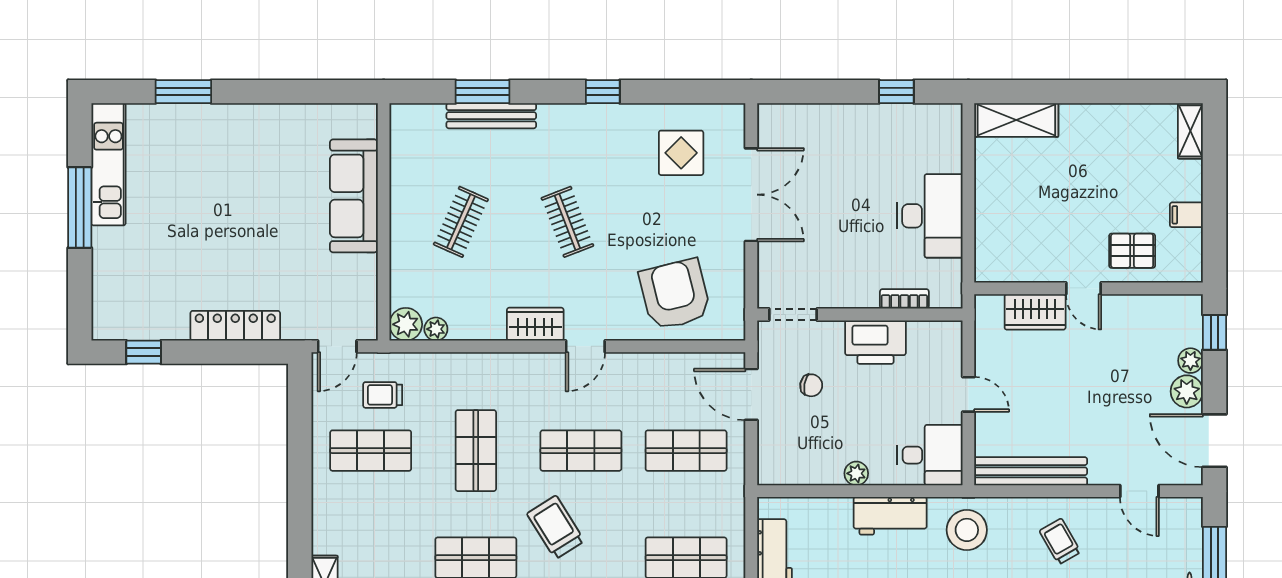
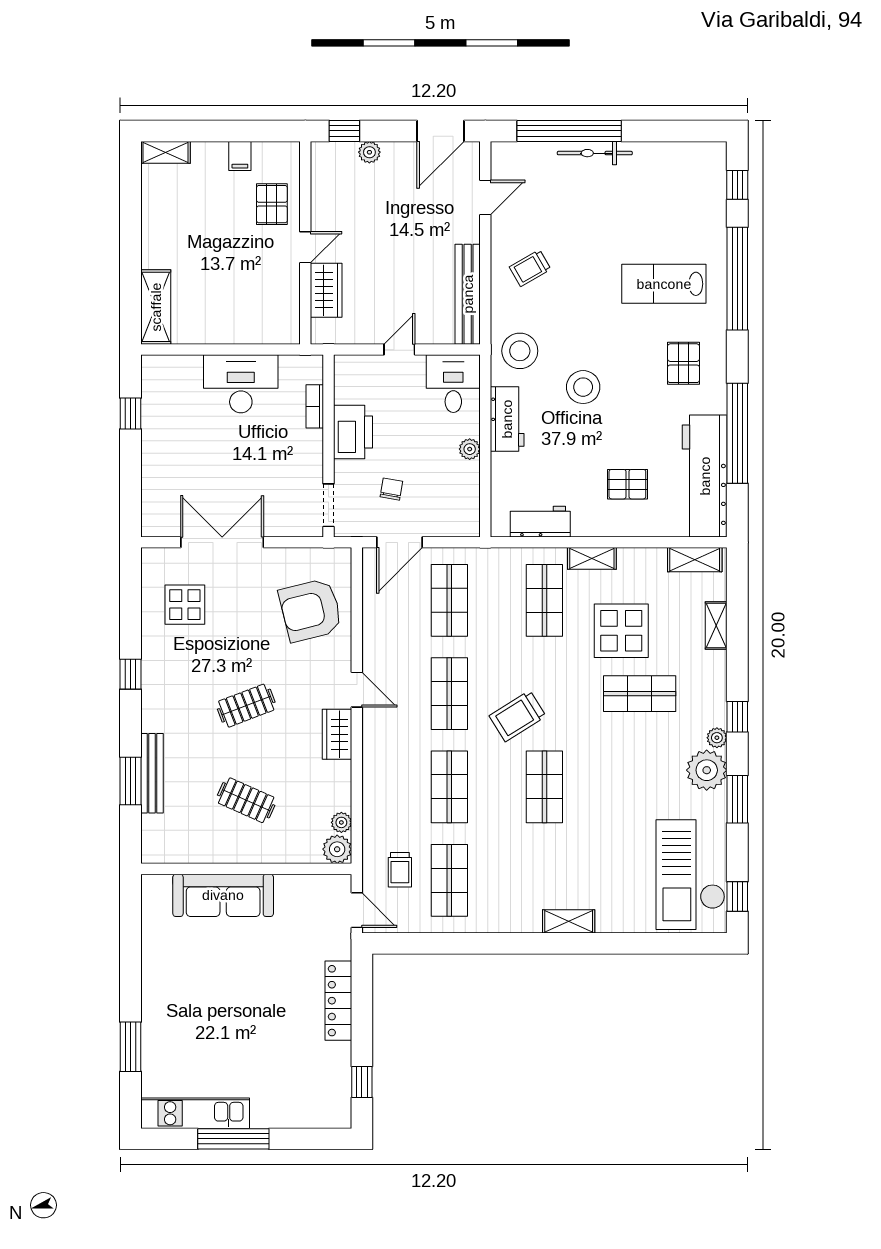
plant: (1187, 391) -> (397, 156), removed
shop shelf: (476, 451) -> (449, 787), turned 90

